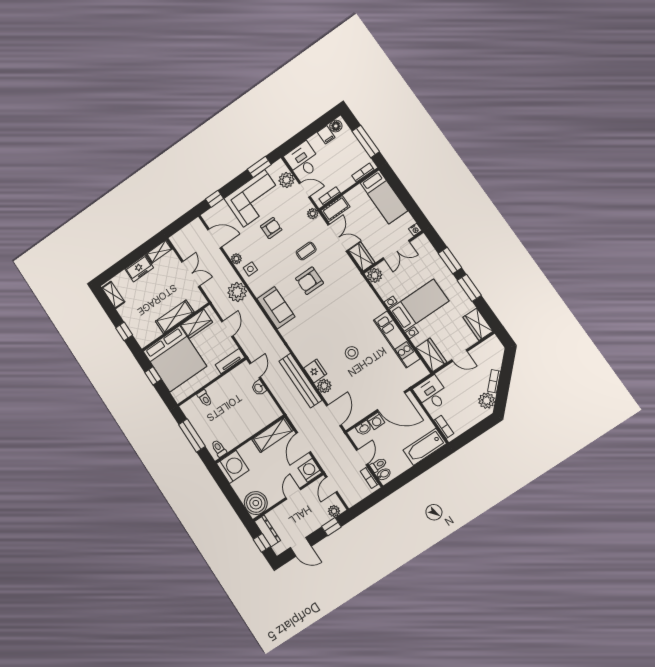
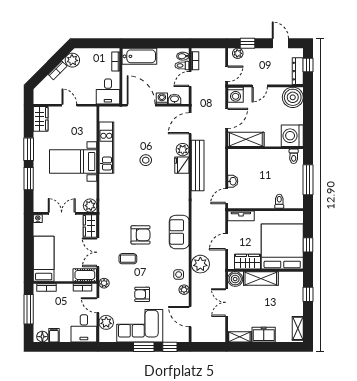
window: (259, 167) -> (144, 347), moved
boiler: (197, 300) -> (235, 279), added
wardrobe: (431, 355) -> (89, 119), removed

